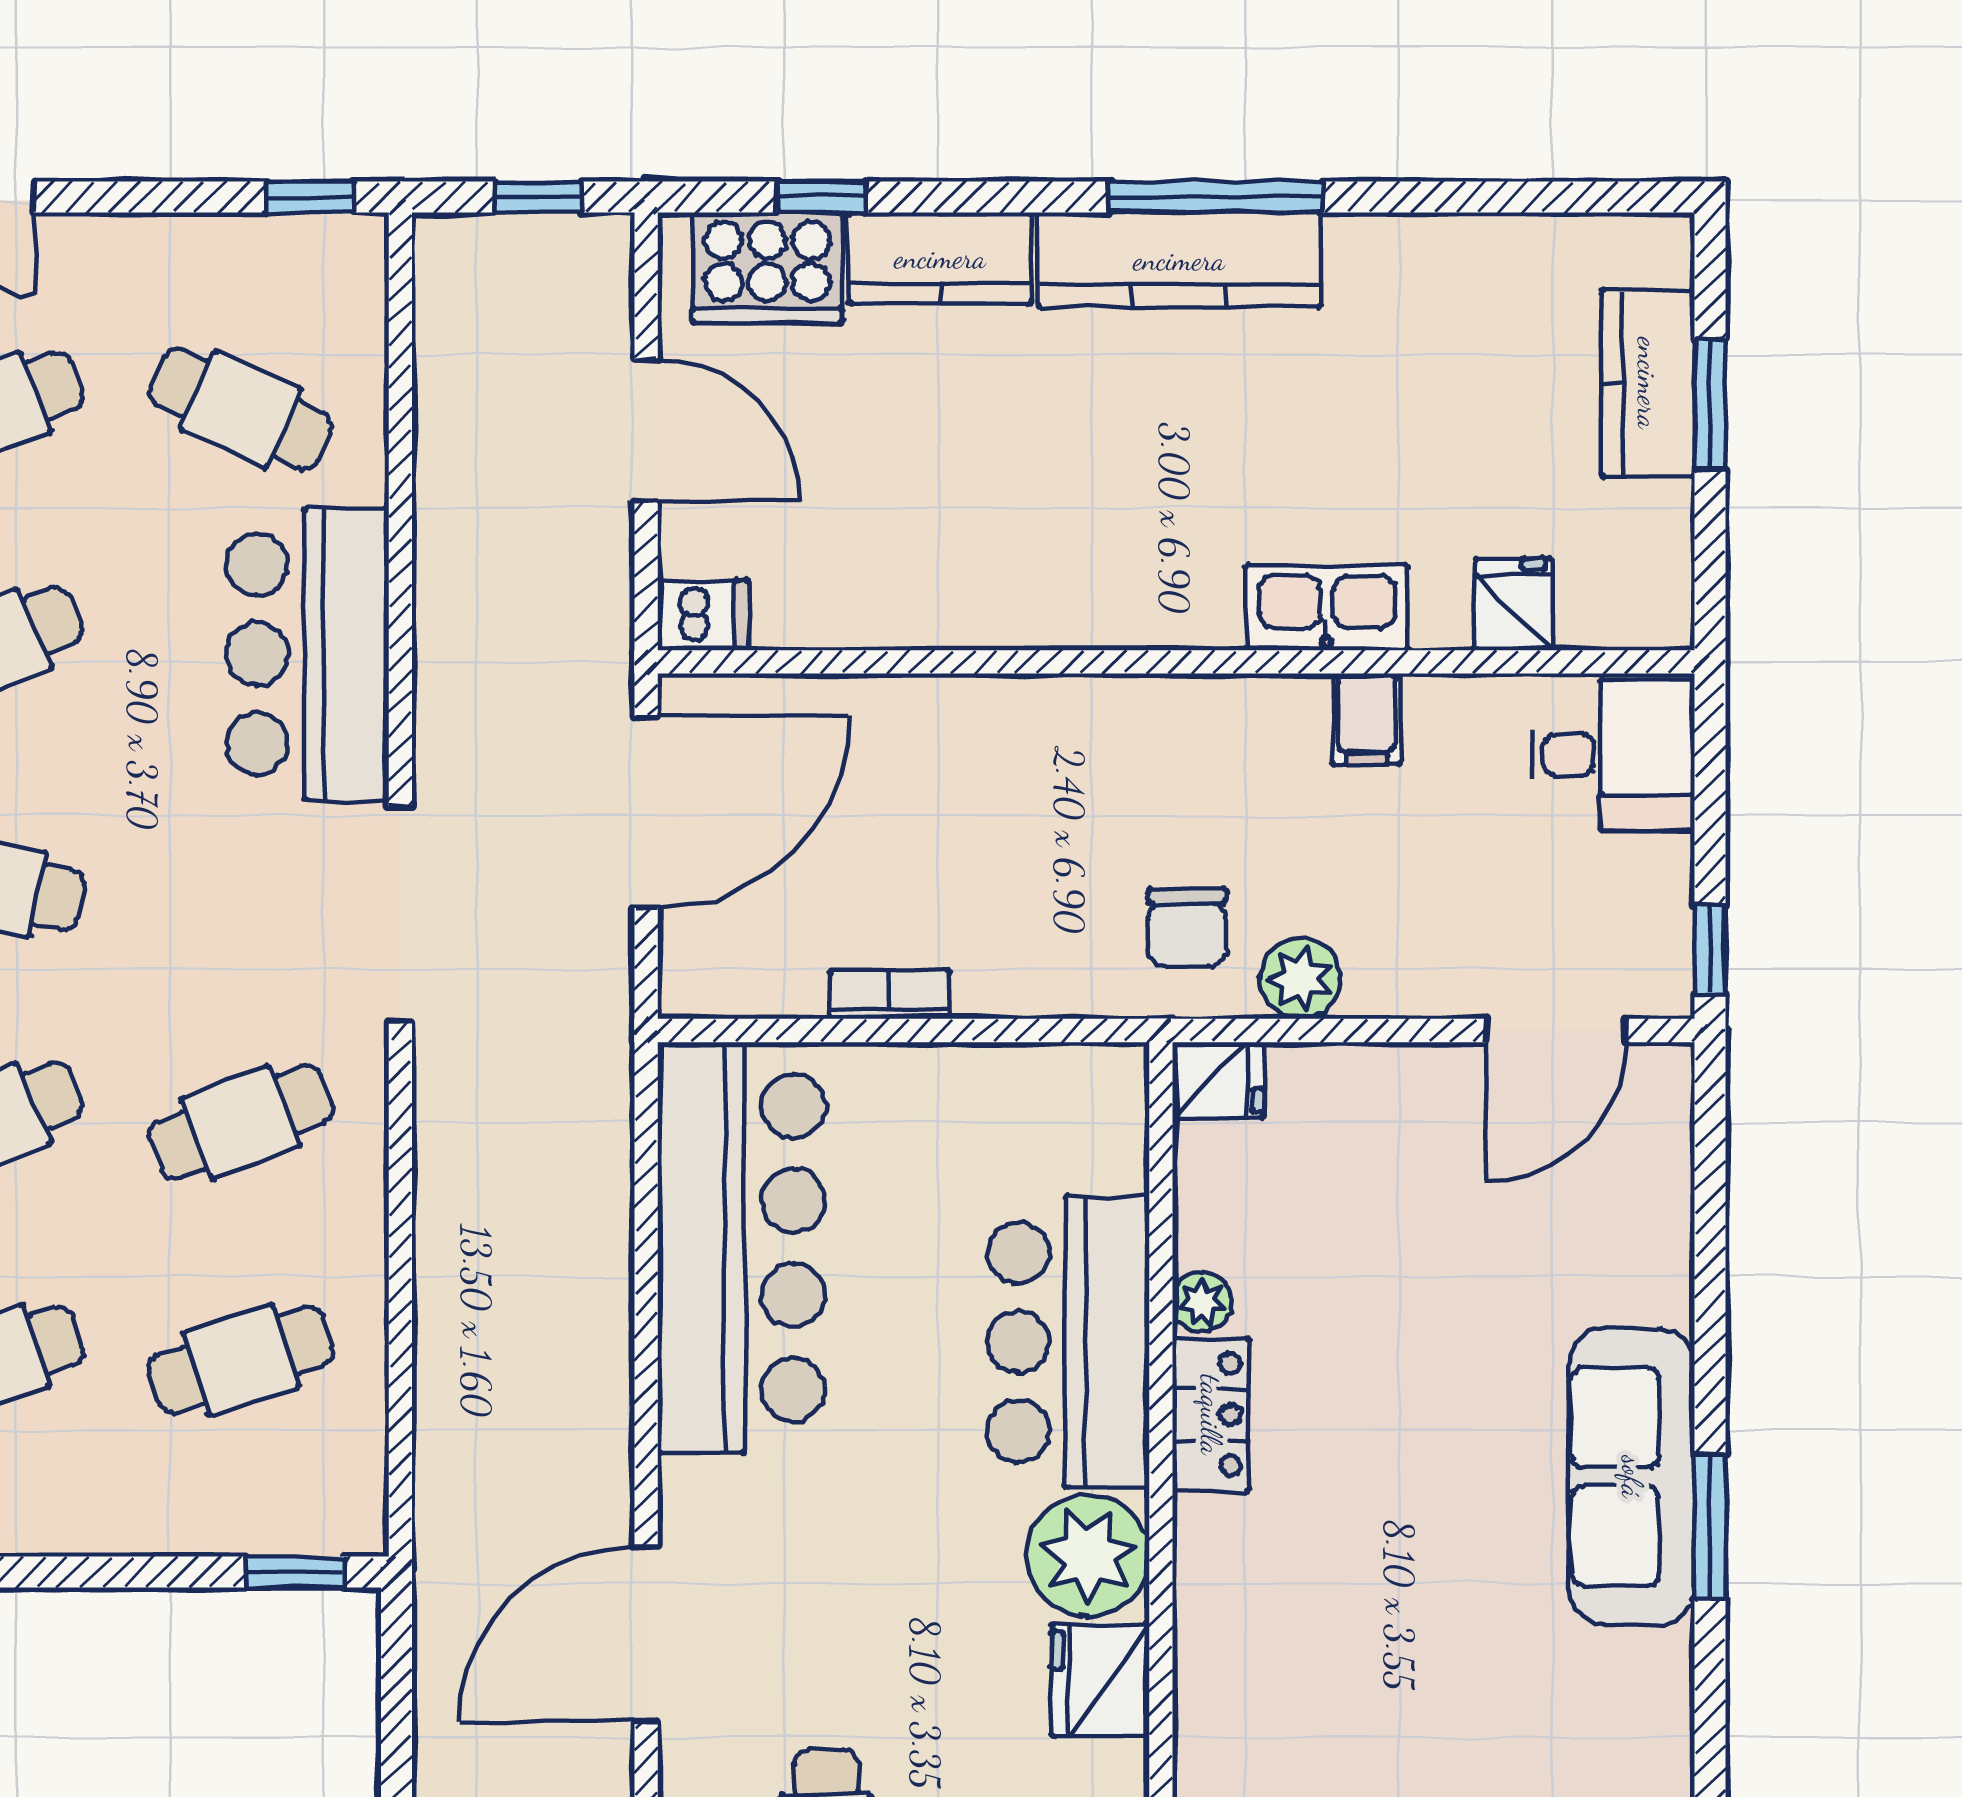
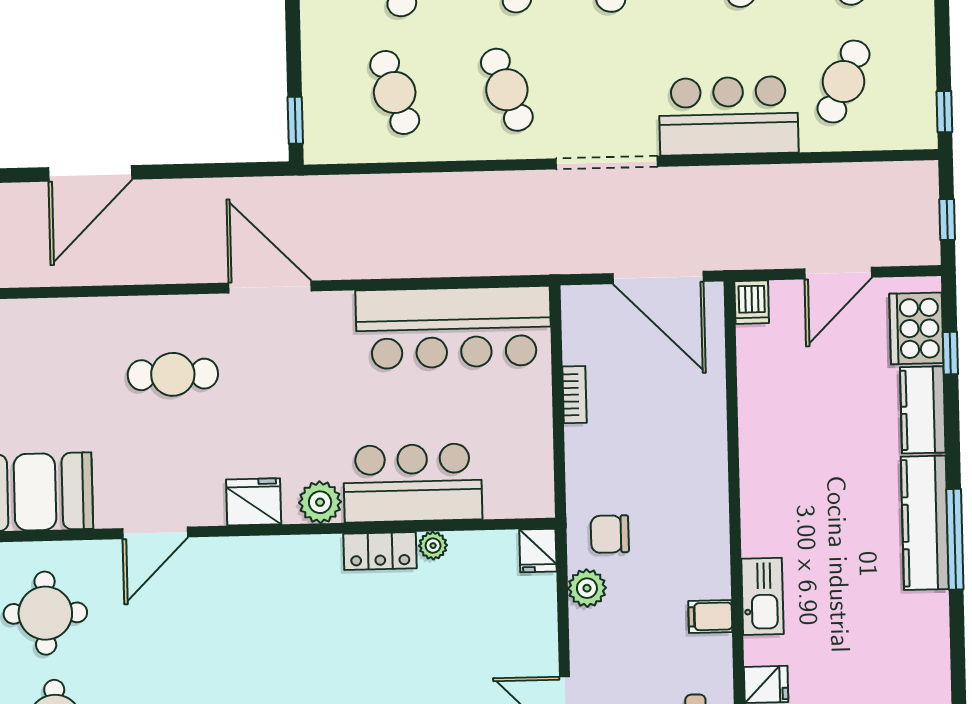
plant: (1088, 1556) -> (320, 502), width x0.73, depth x0.73

